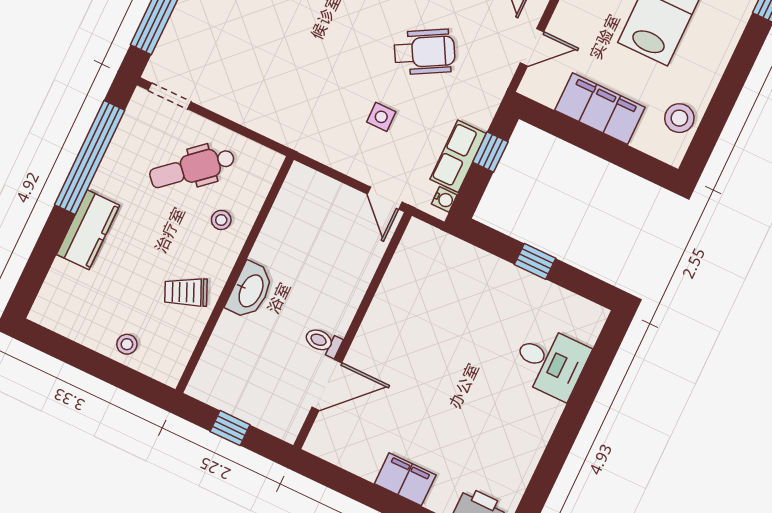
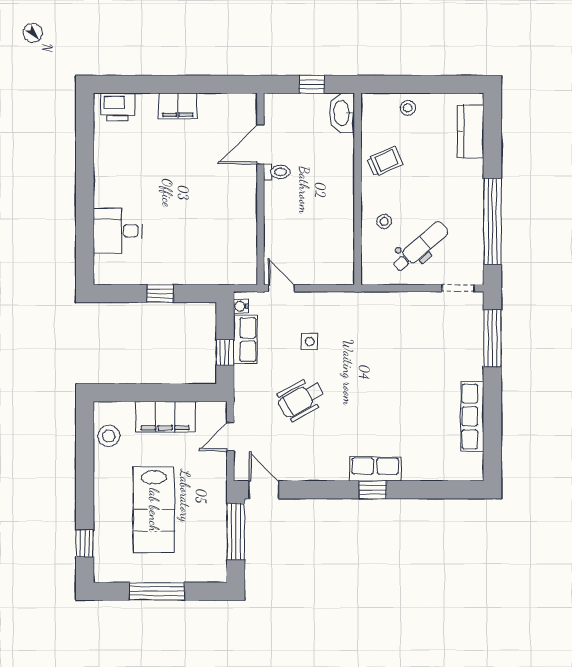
kitchen counter: (88, 230) -> (470, 131), moved
washbasin: (250, 290) -> (342, 113), moved

